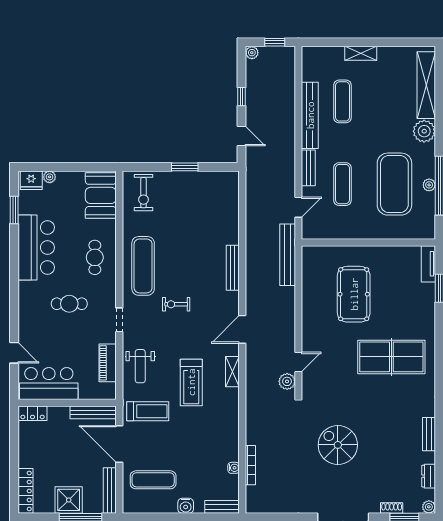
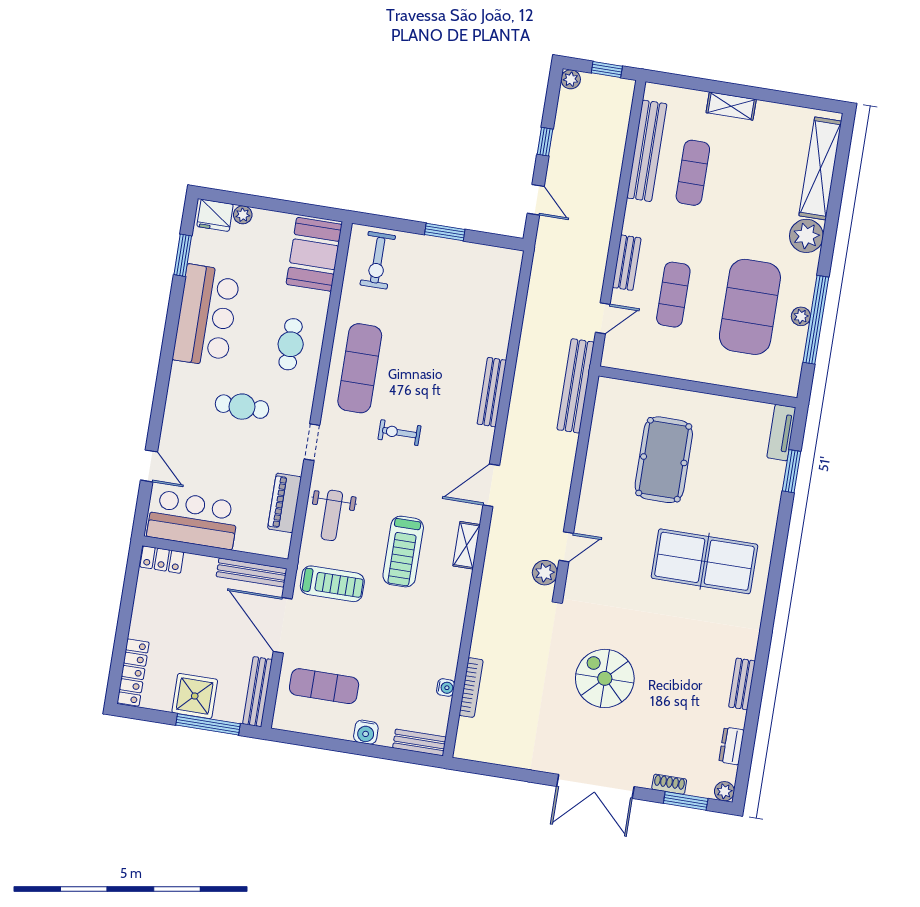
bench: (310, 115) -> (647, 151), moved

